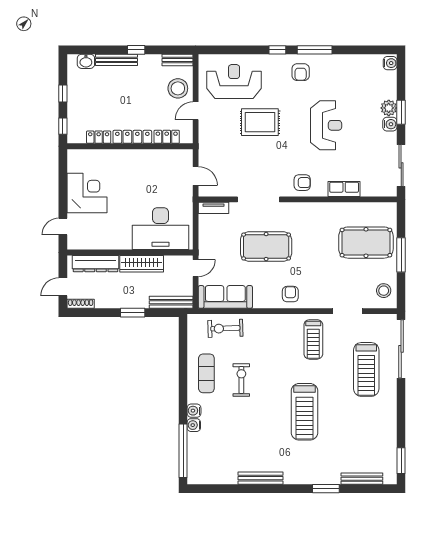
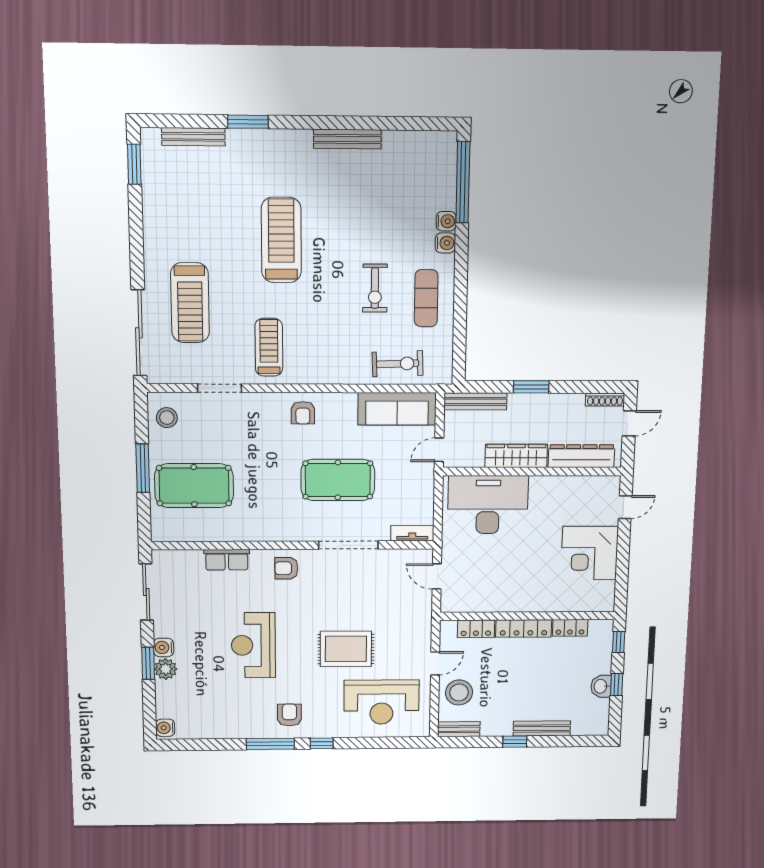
washbasin: (86, 61) -> (601, 686), moved, turned -90
treadmill: (366, 369) -> (190, 303), turned 180

